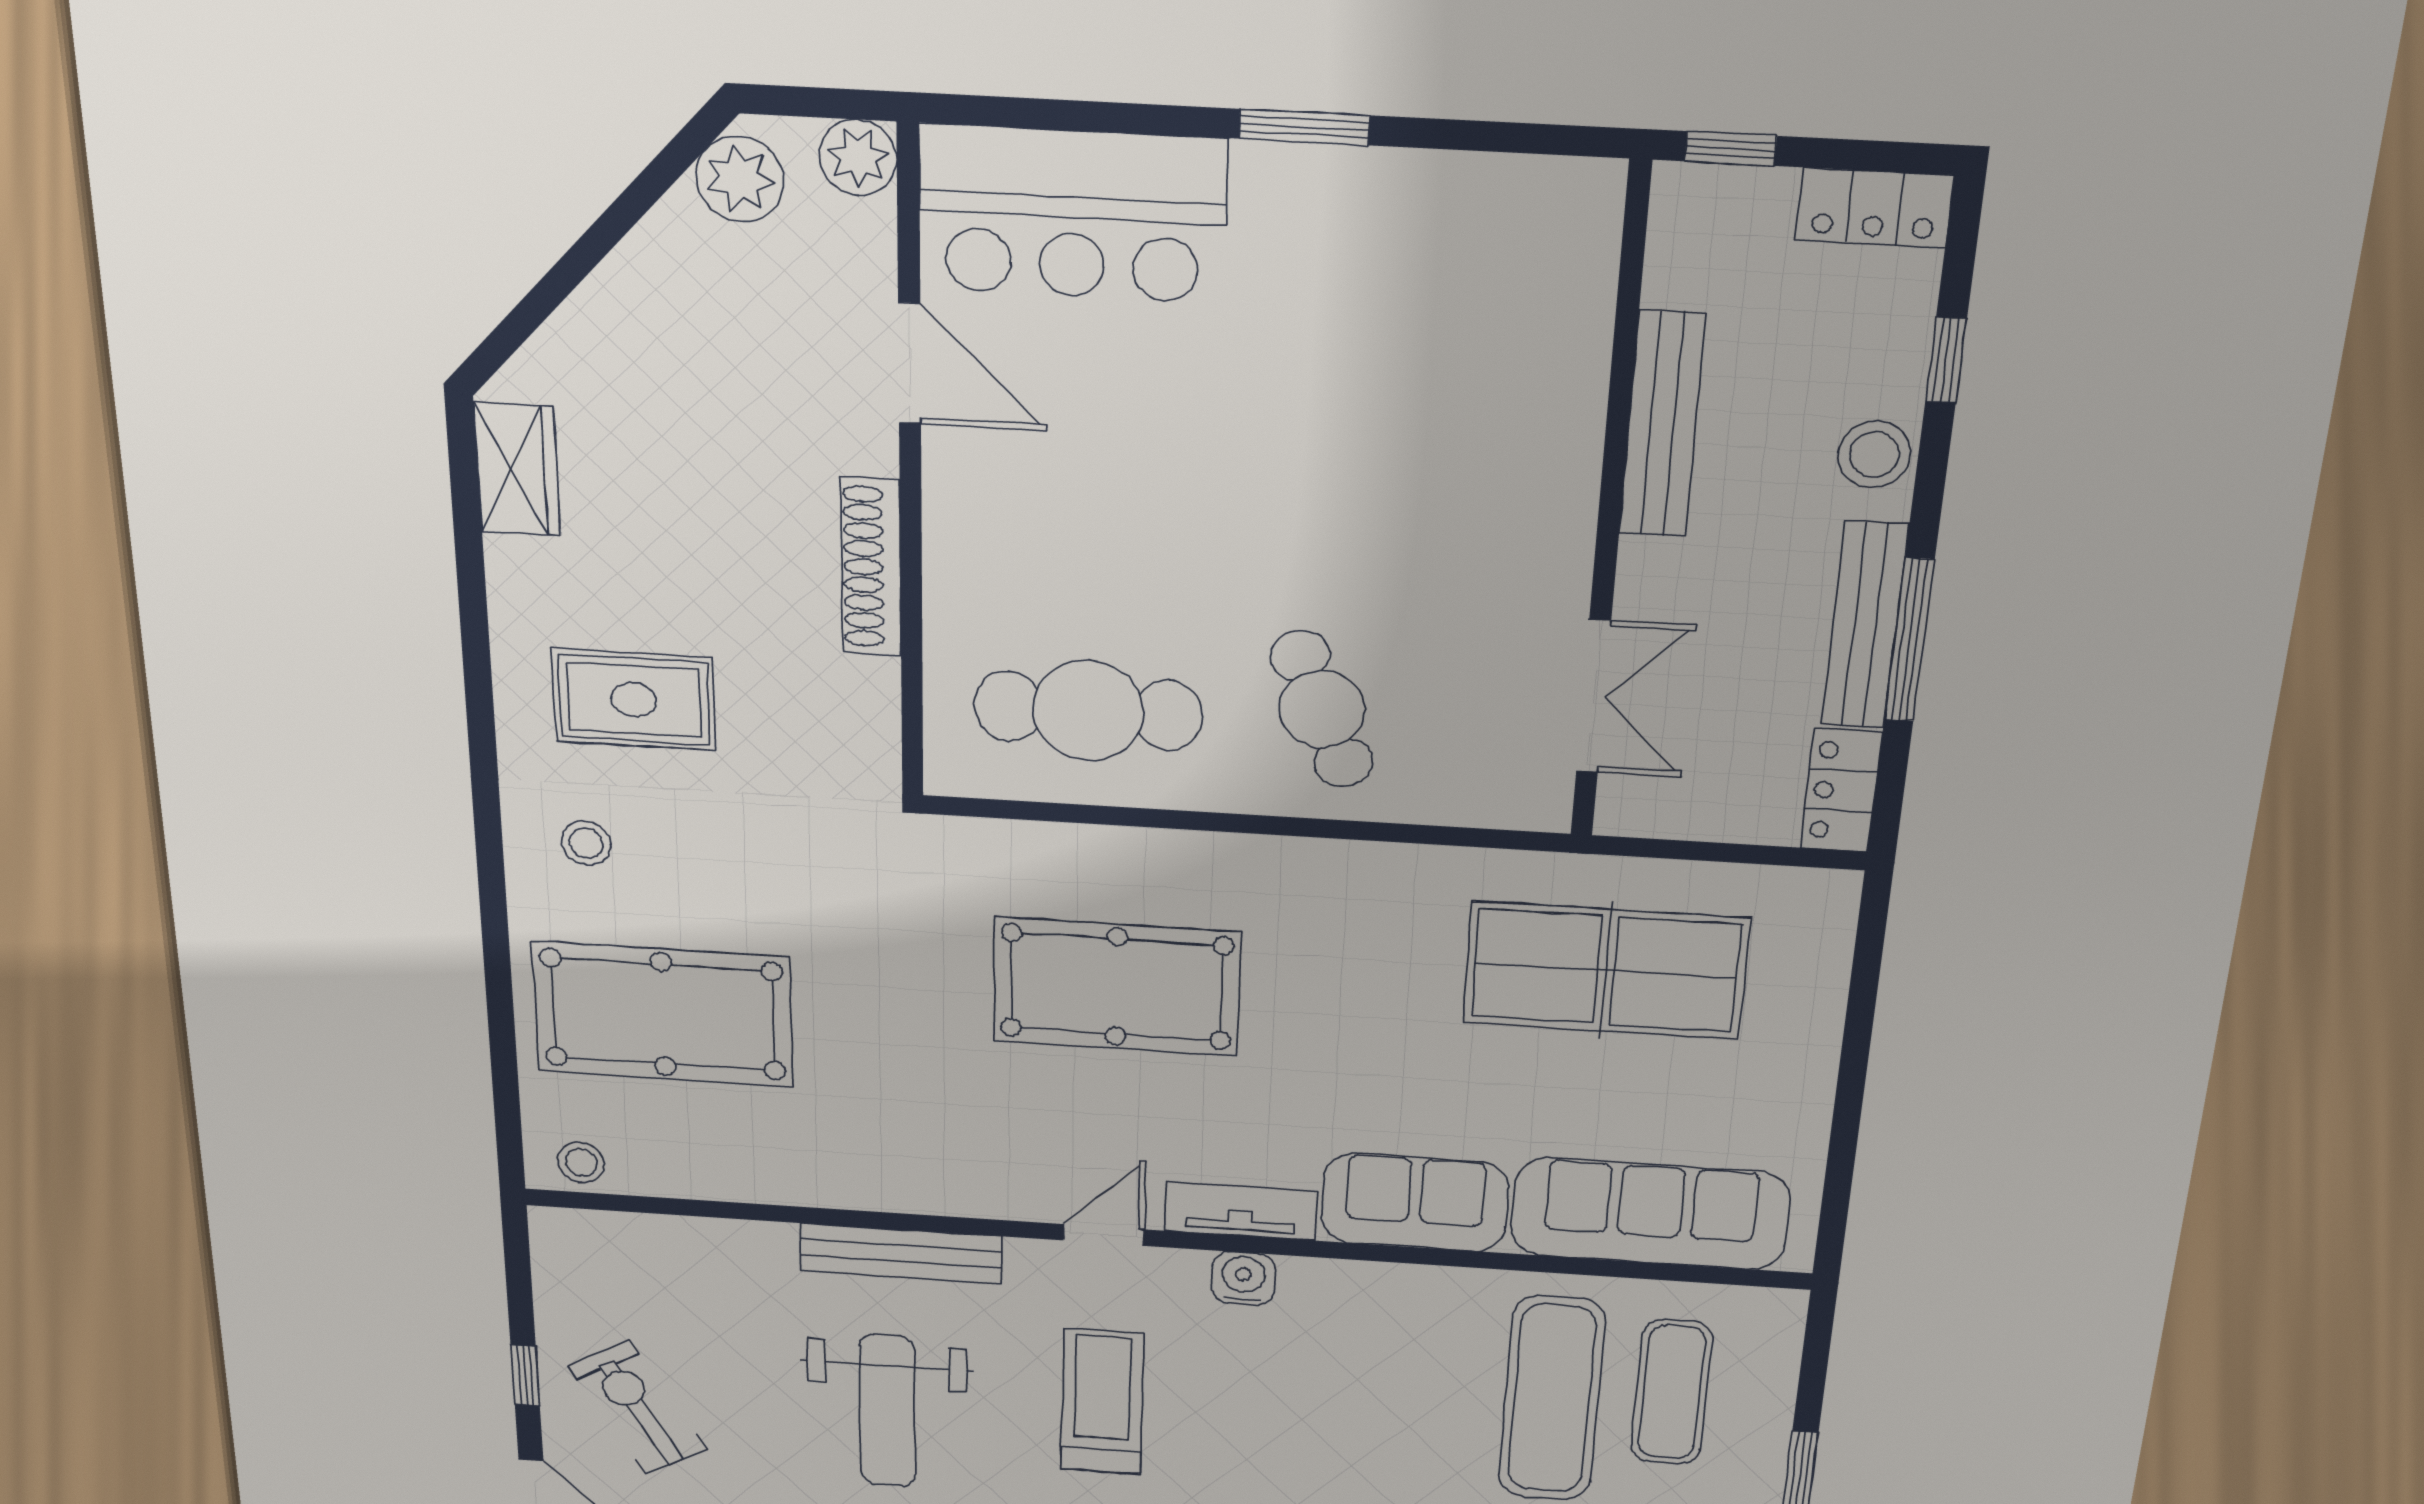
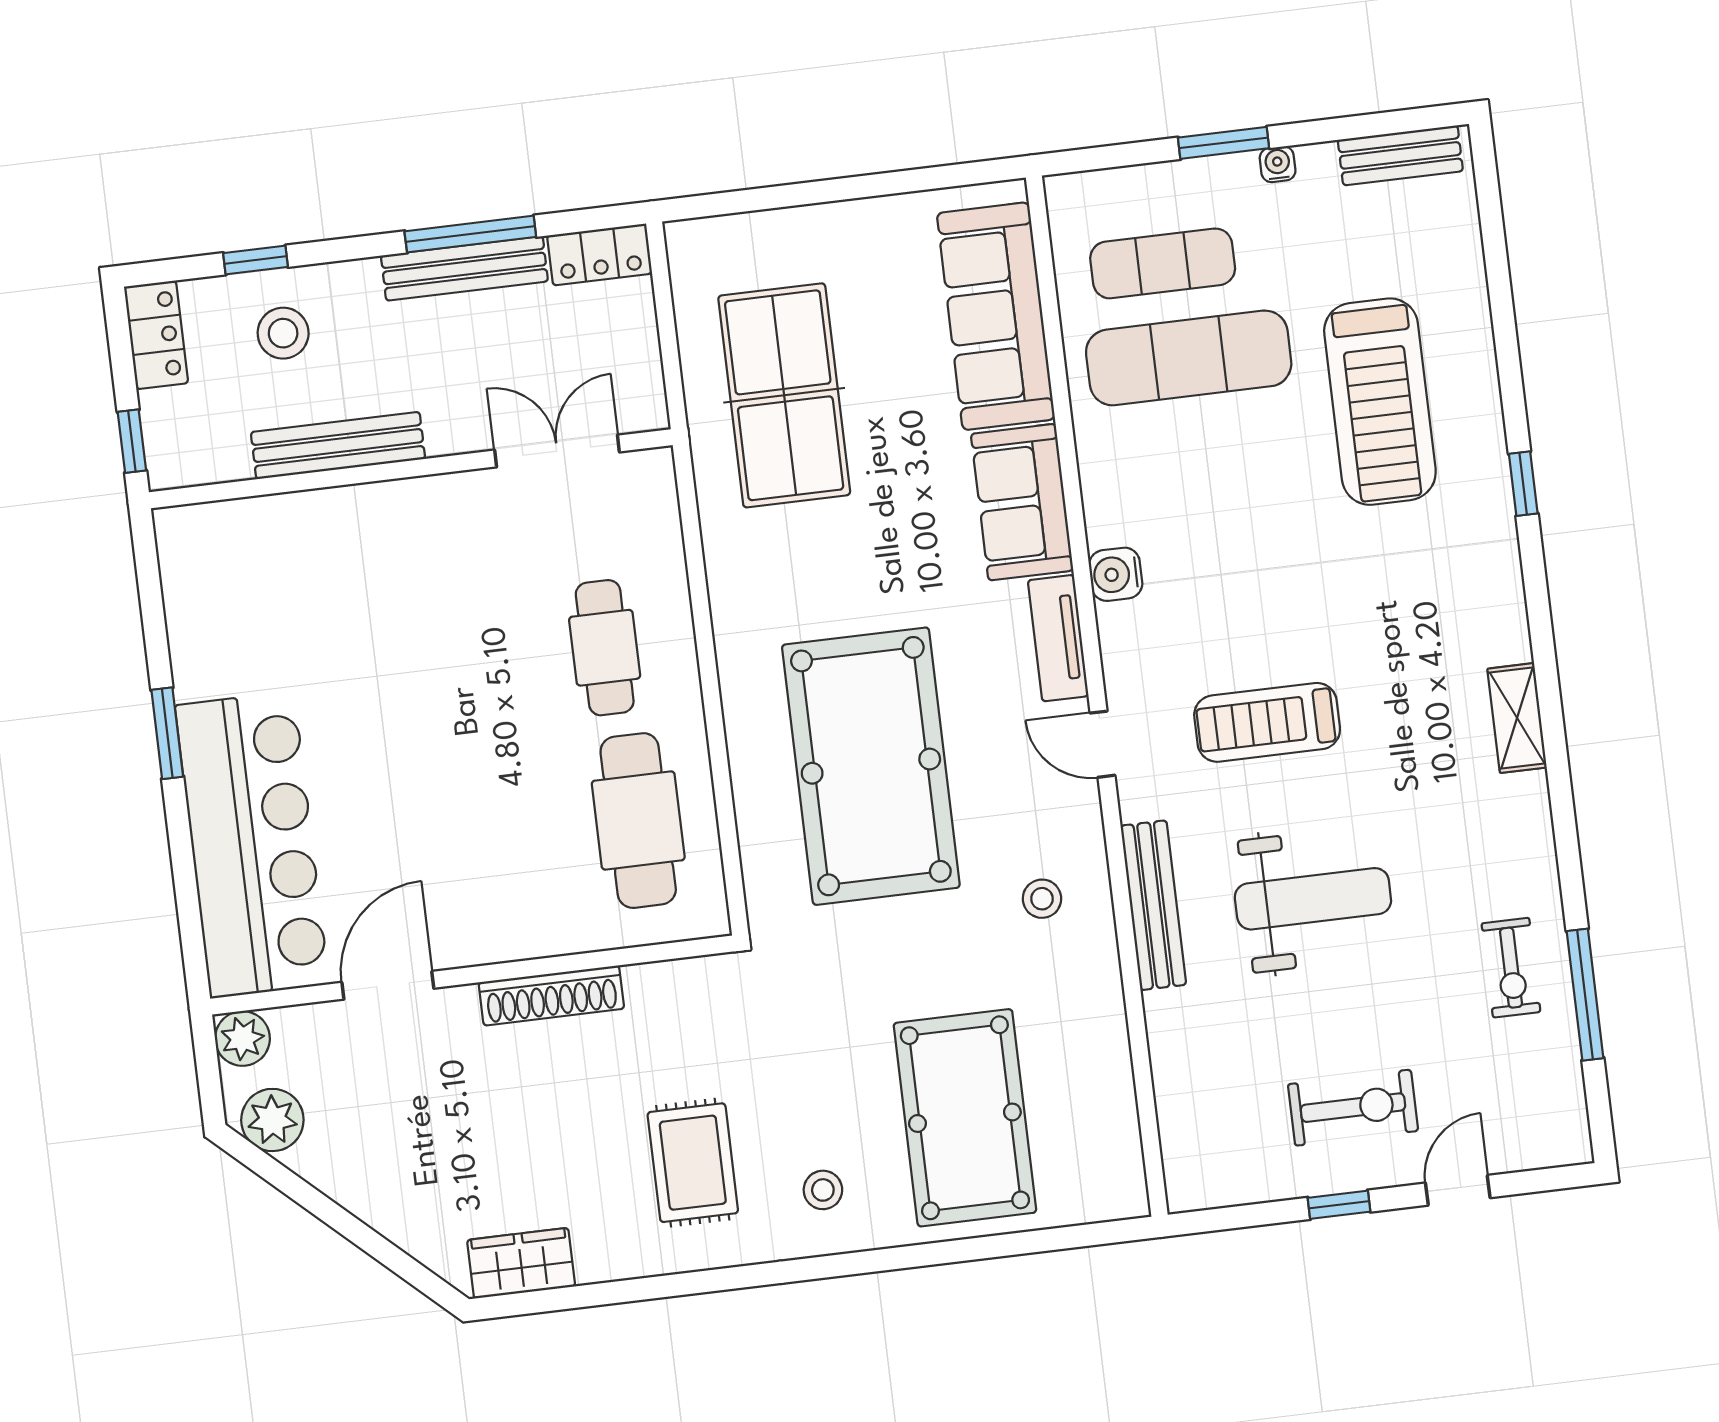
bar counter: (1073, 214) -> (252, 845), width x1.36
stool: (1874, 454) -> (283, 333), moved
cafe table: (1322, 709) -> (605, 648), turned -67
pool table: (1117, 987) -> (871, 766), width x1.36, depth x1.32
stool: (581, 1162) -> (1042, 899), moved
water cooler: (1243, 1279) -> (1116, 574), moved
exercise bike: (638, 1408) -> (1353, 1108), turned -150

